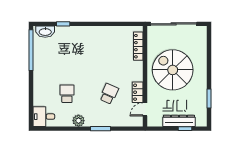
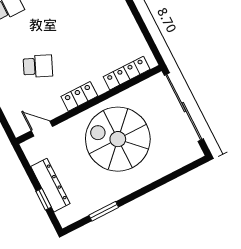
spiral stairs: (173, 70) -> (118, 139), turned -90
locker: (138, 92) -> (79, 96), moved

